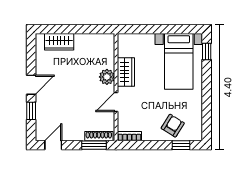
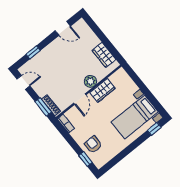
wardrobe: (59, 42) -> (104, 55), moved
door: (31, 85) -> (63, 28), moved
door: (116, 102) -> (80, 99), swing flipped
armchair: (173, 126) -> (93, 145), turned -122

